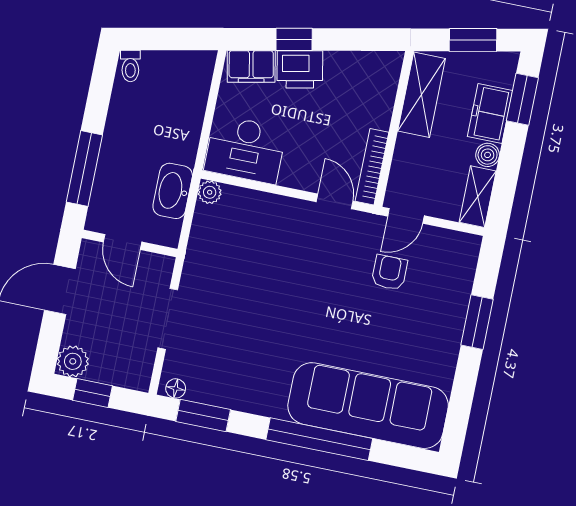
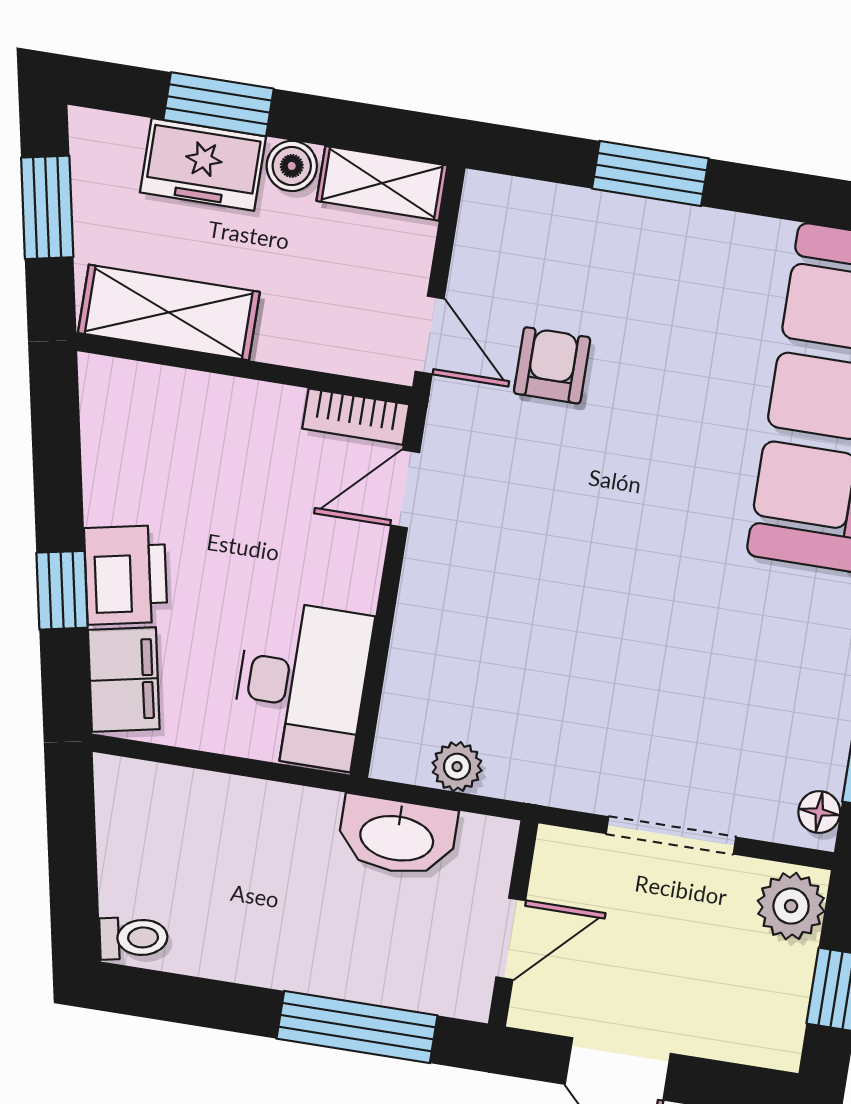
window: (522, 99) -> (218, 104), moved
bookcase: (372, 167) -> (356, 417), width x0.64
plant: (210, 192) -> (457, 767), moved
armchair: (389, 272) -> (552, 365), turned 90
plant: (73, 361) -> (791, 906), moved

